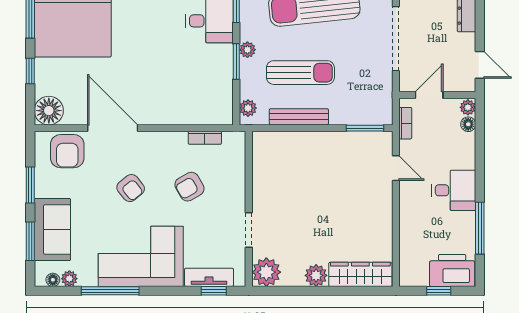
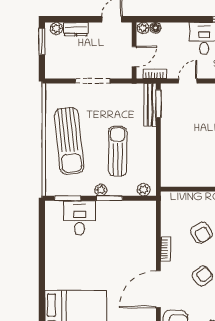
doorway: (396, 39) -> (93, 81), width x0.73
door: (429, 95) -> (134, 56), swing flipped
bench: (299, 117) -> (150, 105), moved
bookcase: (205, 138) -> (166, 249), moved

